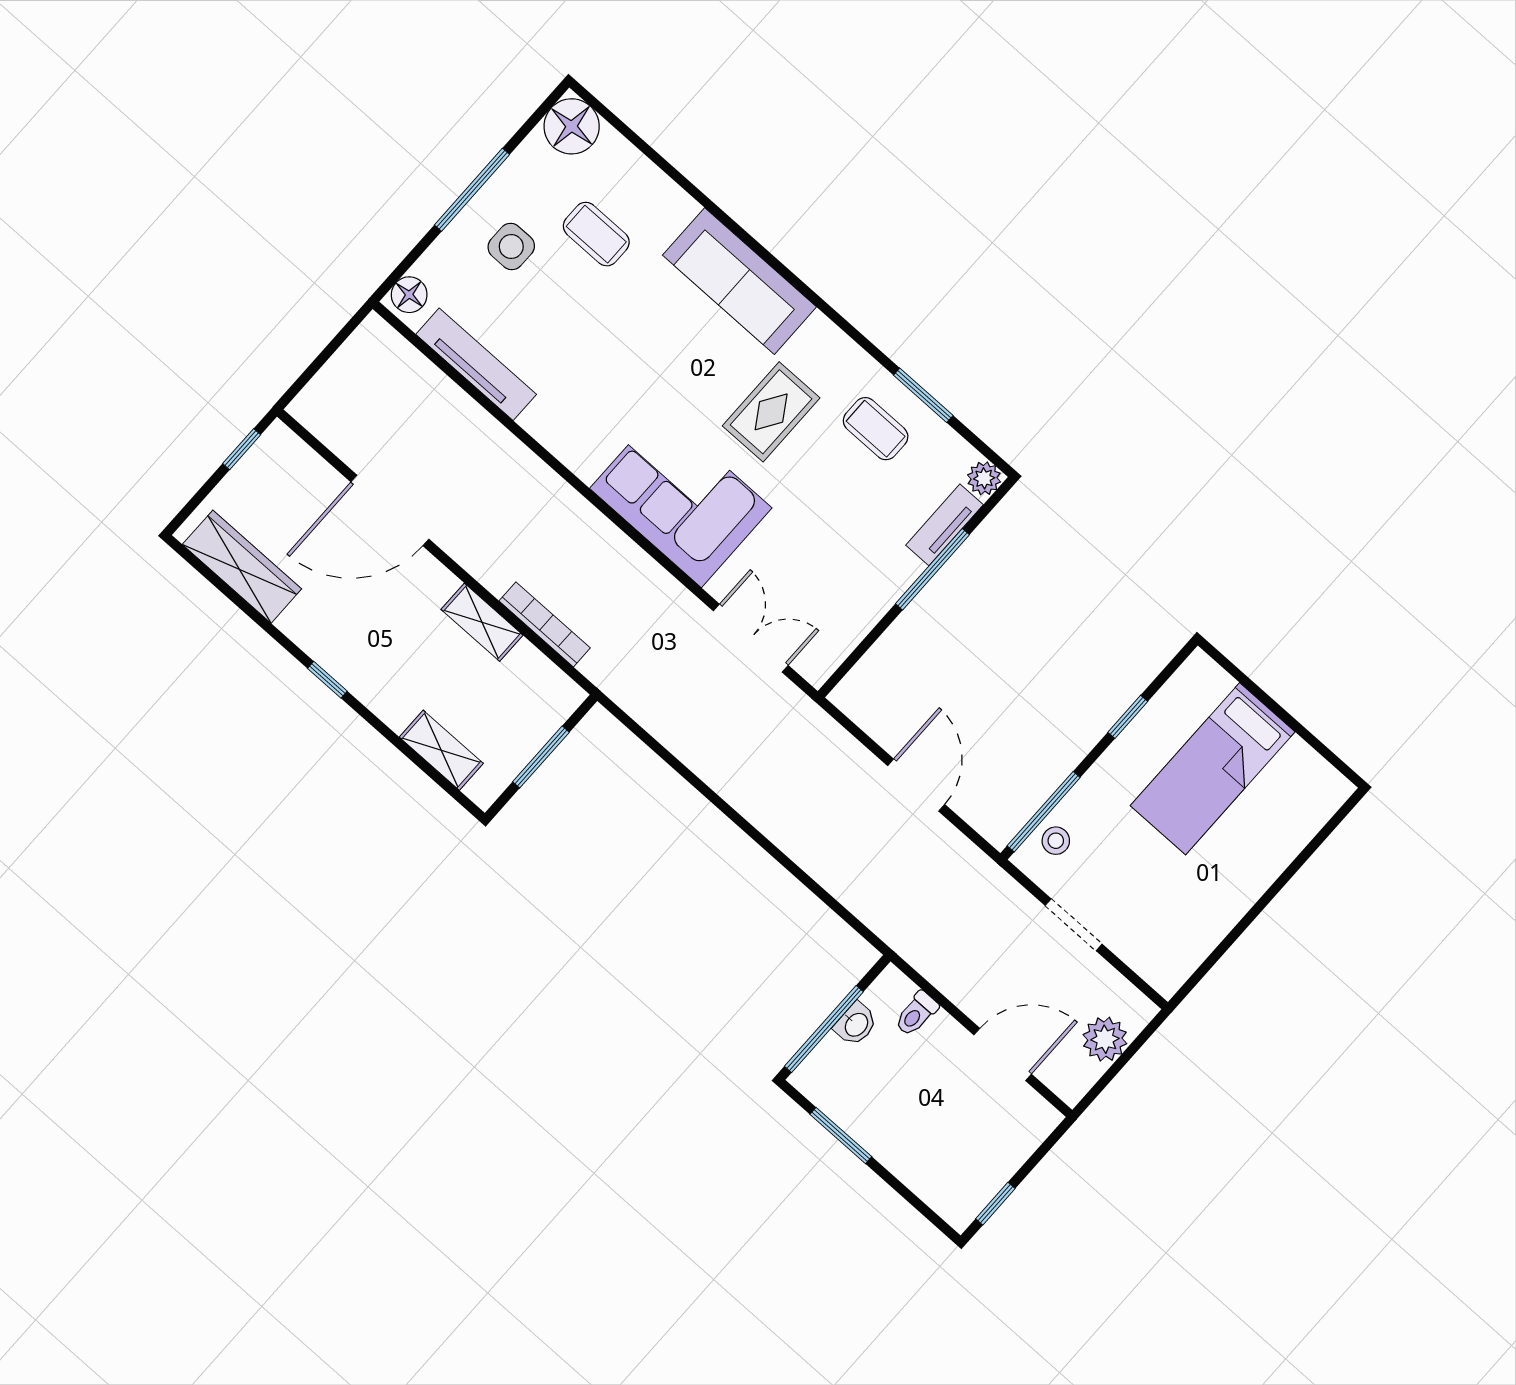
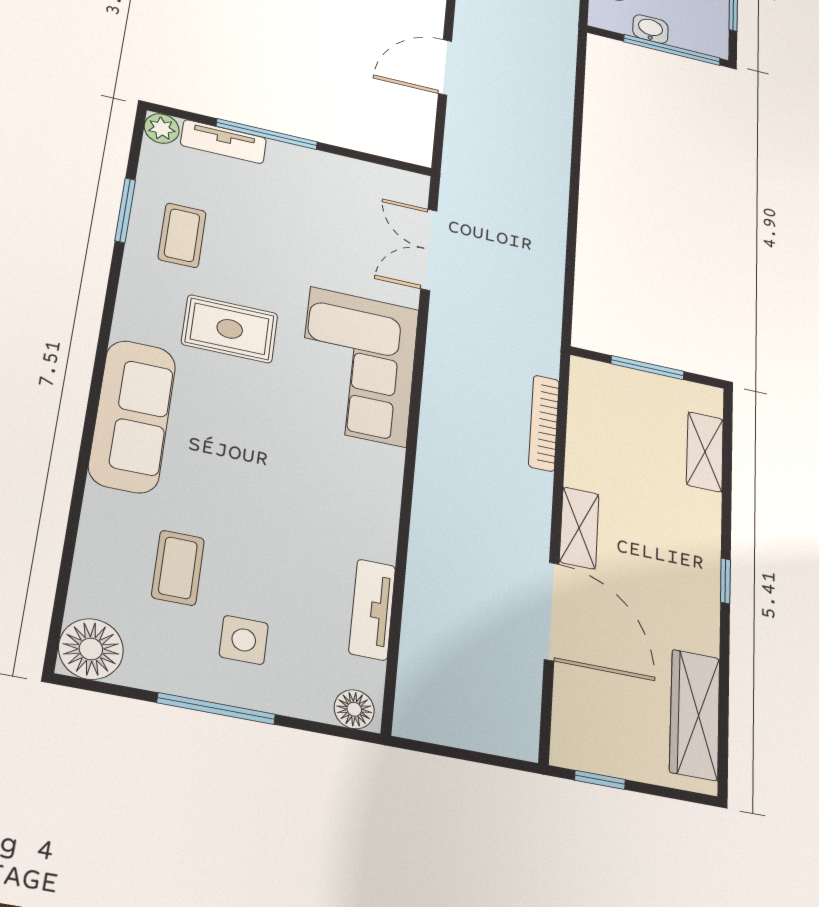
tv unit: (476, 364) -> (372, 609), width x0.71
shelving: (482, 622) -> (579, 528), moved

